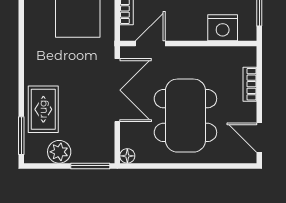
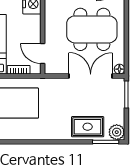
double door: (117, 90) -> (91, 76), moved
plant: (59, 152) -> (117, 132), moved

